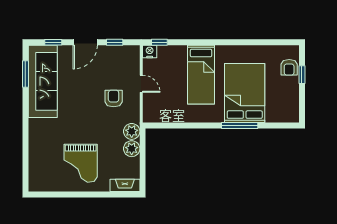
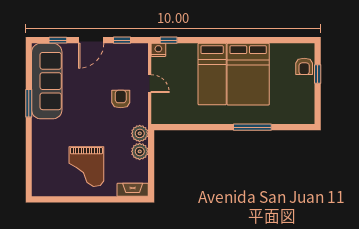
window: (25, 74) -> (29, 103), moved
bed: (245, 93) -> (248, 74), moved, turned 180

